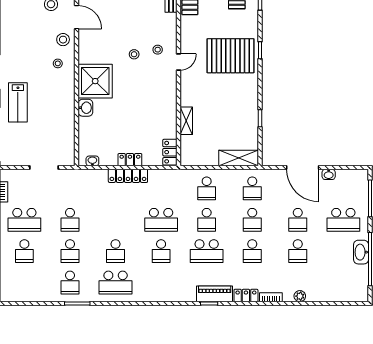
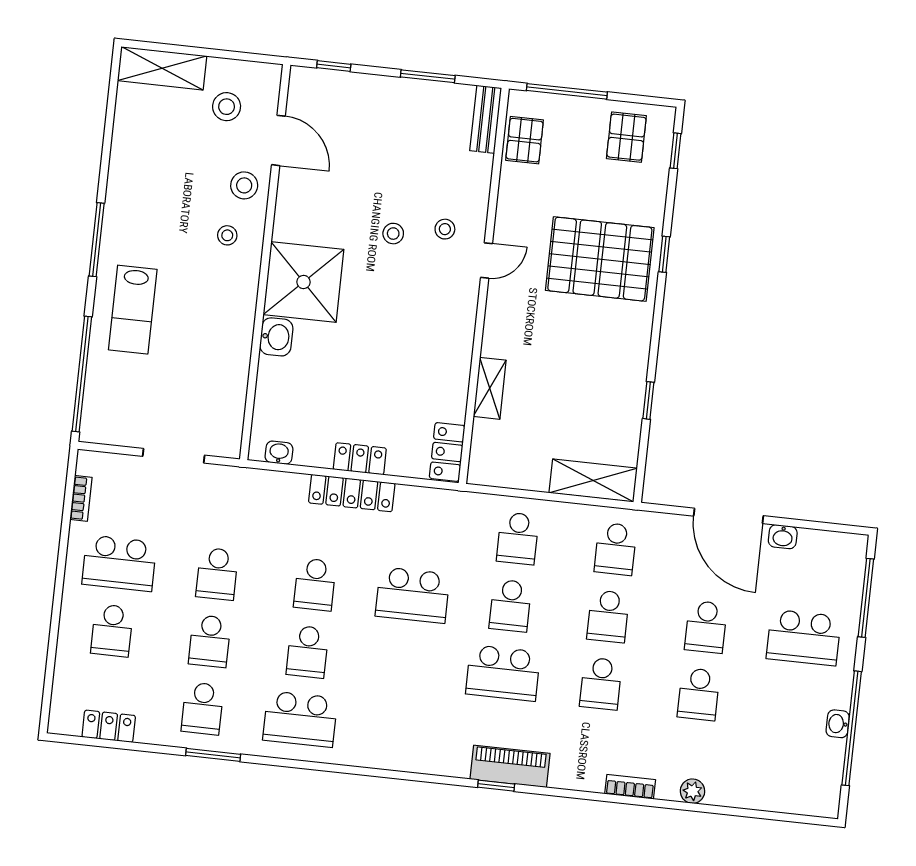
school desk: (161, 251) -> (315, 584), moved
washbasin: (361, 252) -> (838, 724), width x0.52, depth x0.69
locker: (246, 295) -> (109, 726), moved

